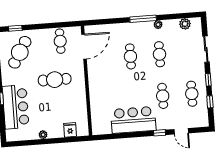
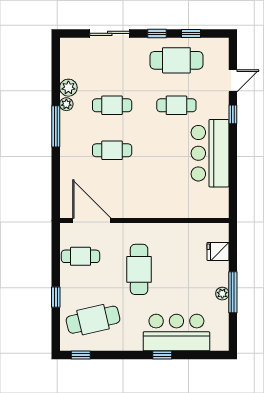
plant: (185, 24) -> (68, 88), moved
window: (15, 28) -> (56, 297), moved
cafe table: (20, 52) -> (93, 320), turned -44
cafe table: (192, 94) -> (176, 60), width x1.37, depth x1.35
window: (44, 141) -> (233, 292), added

